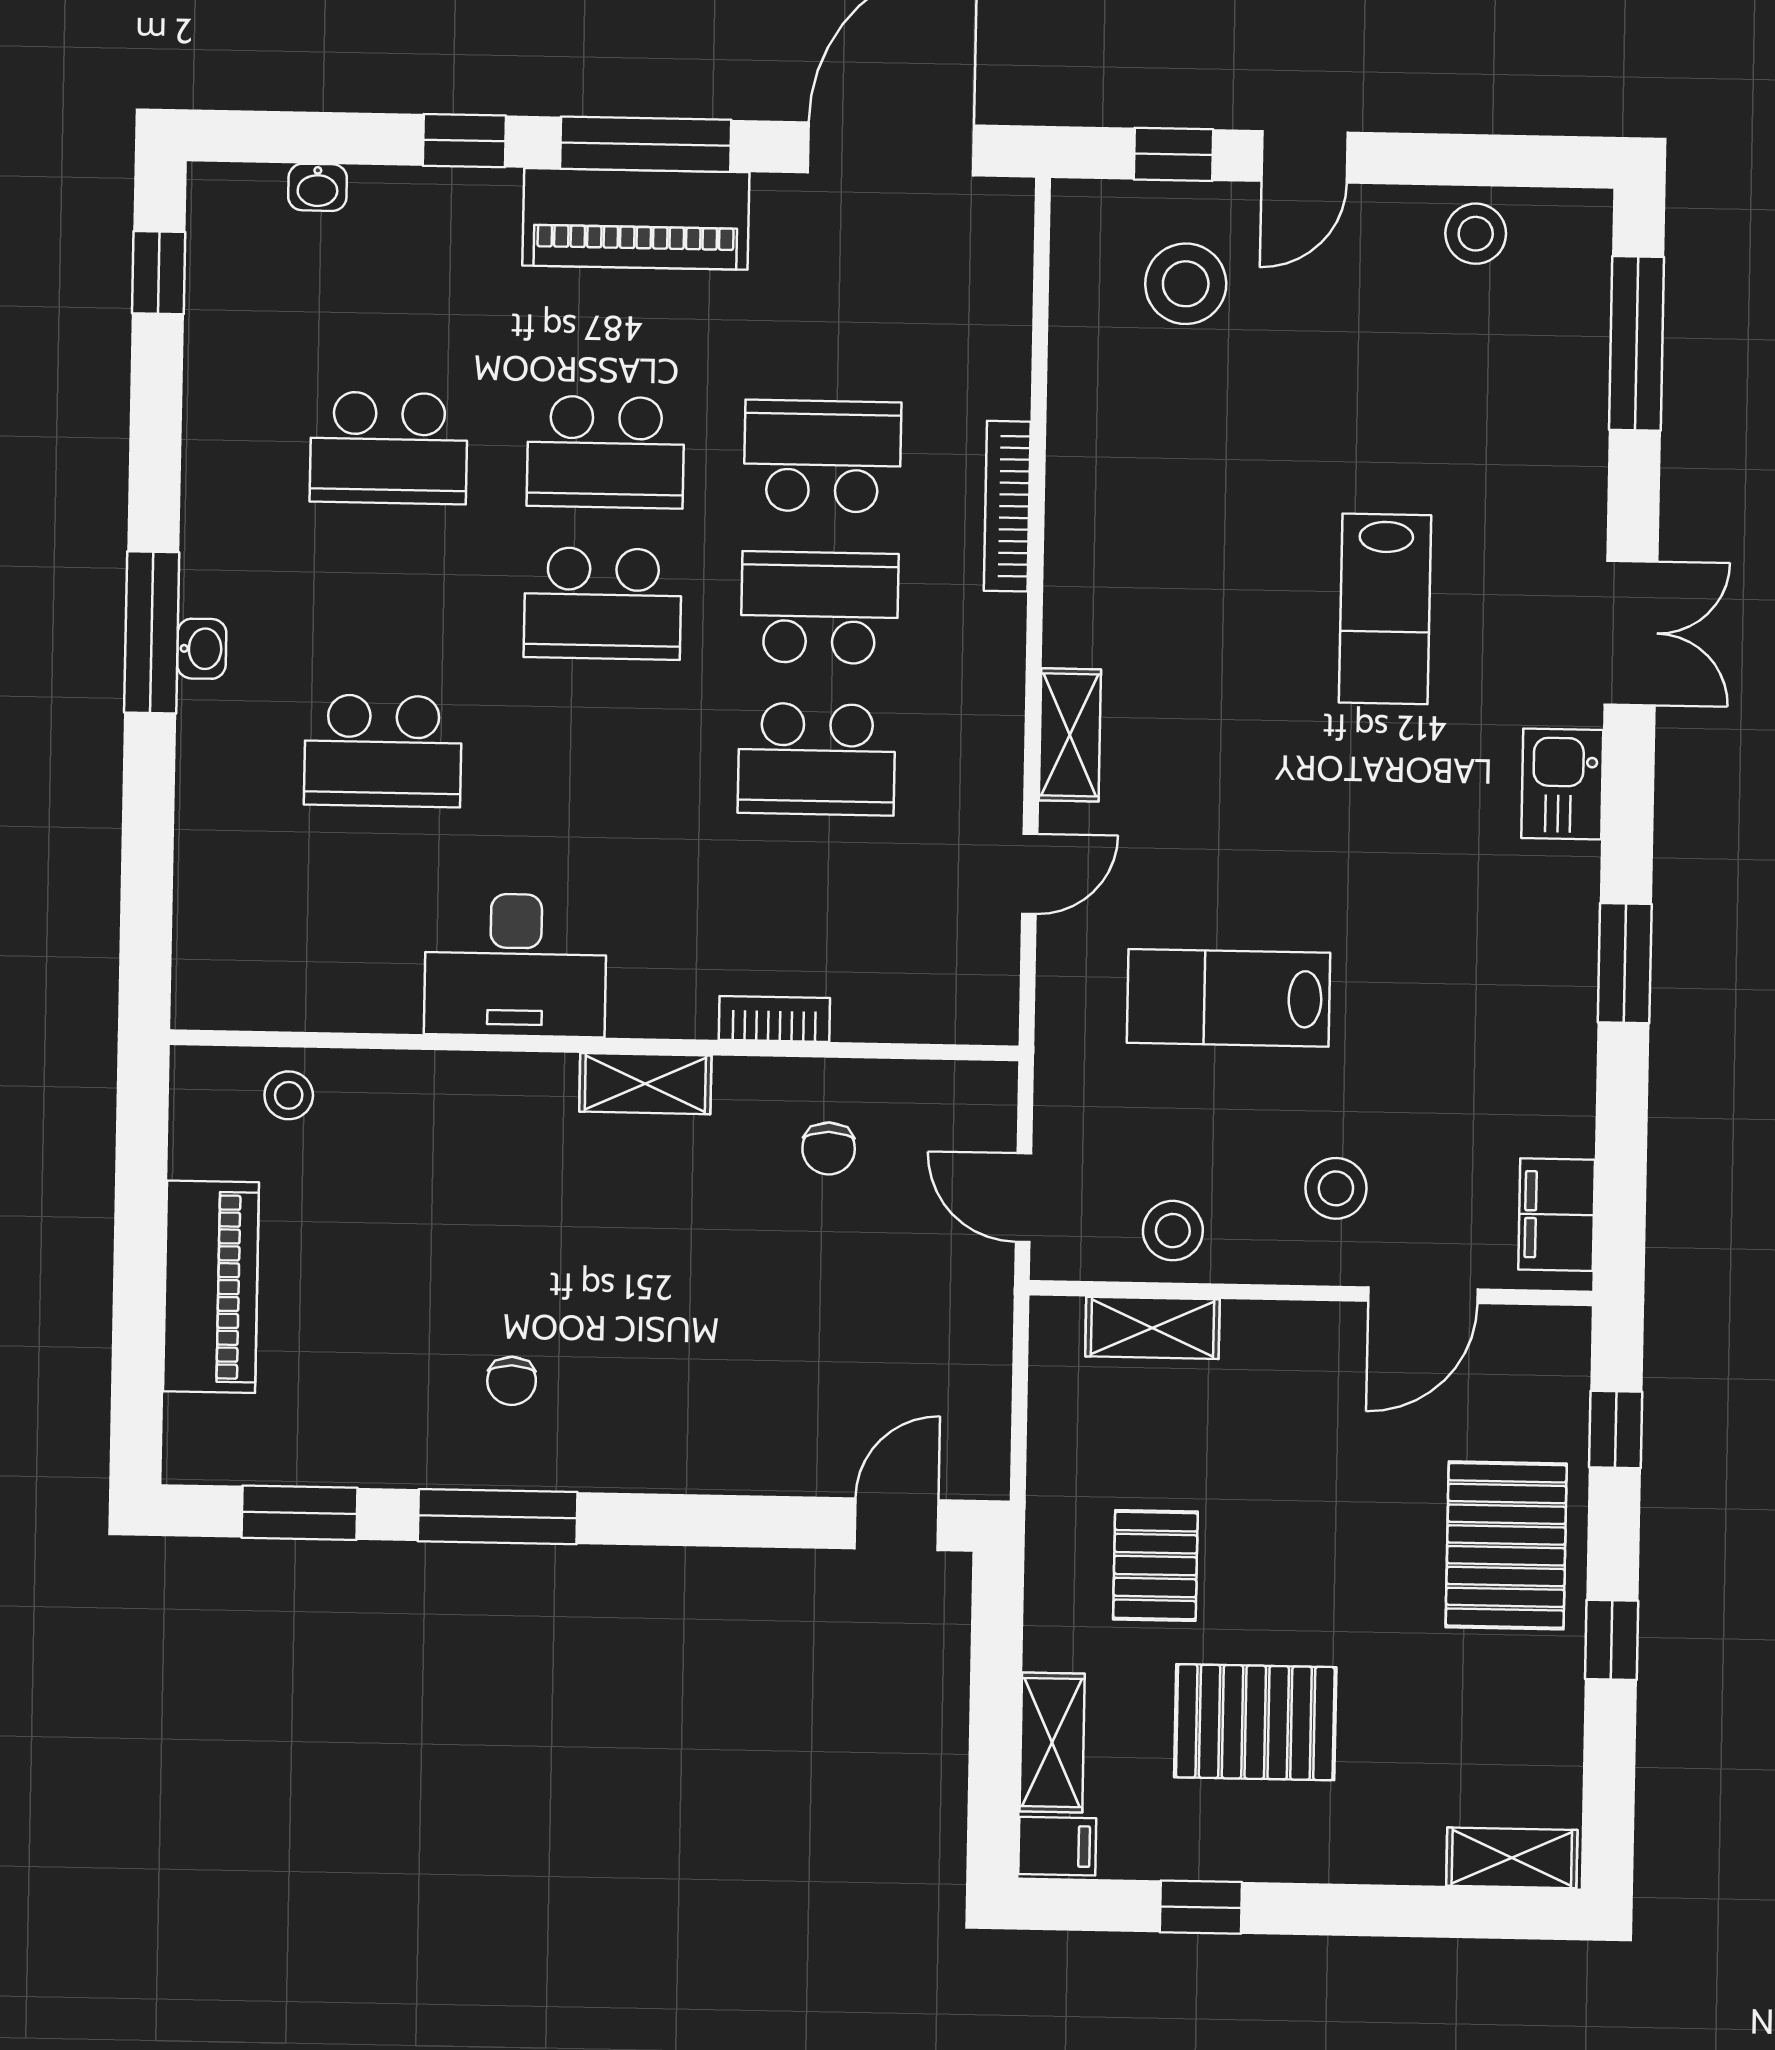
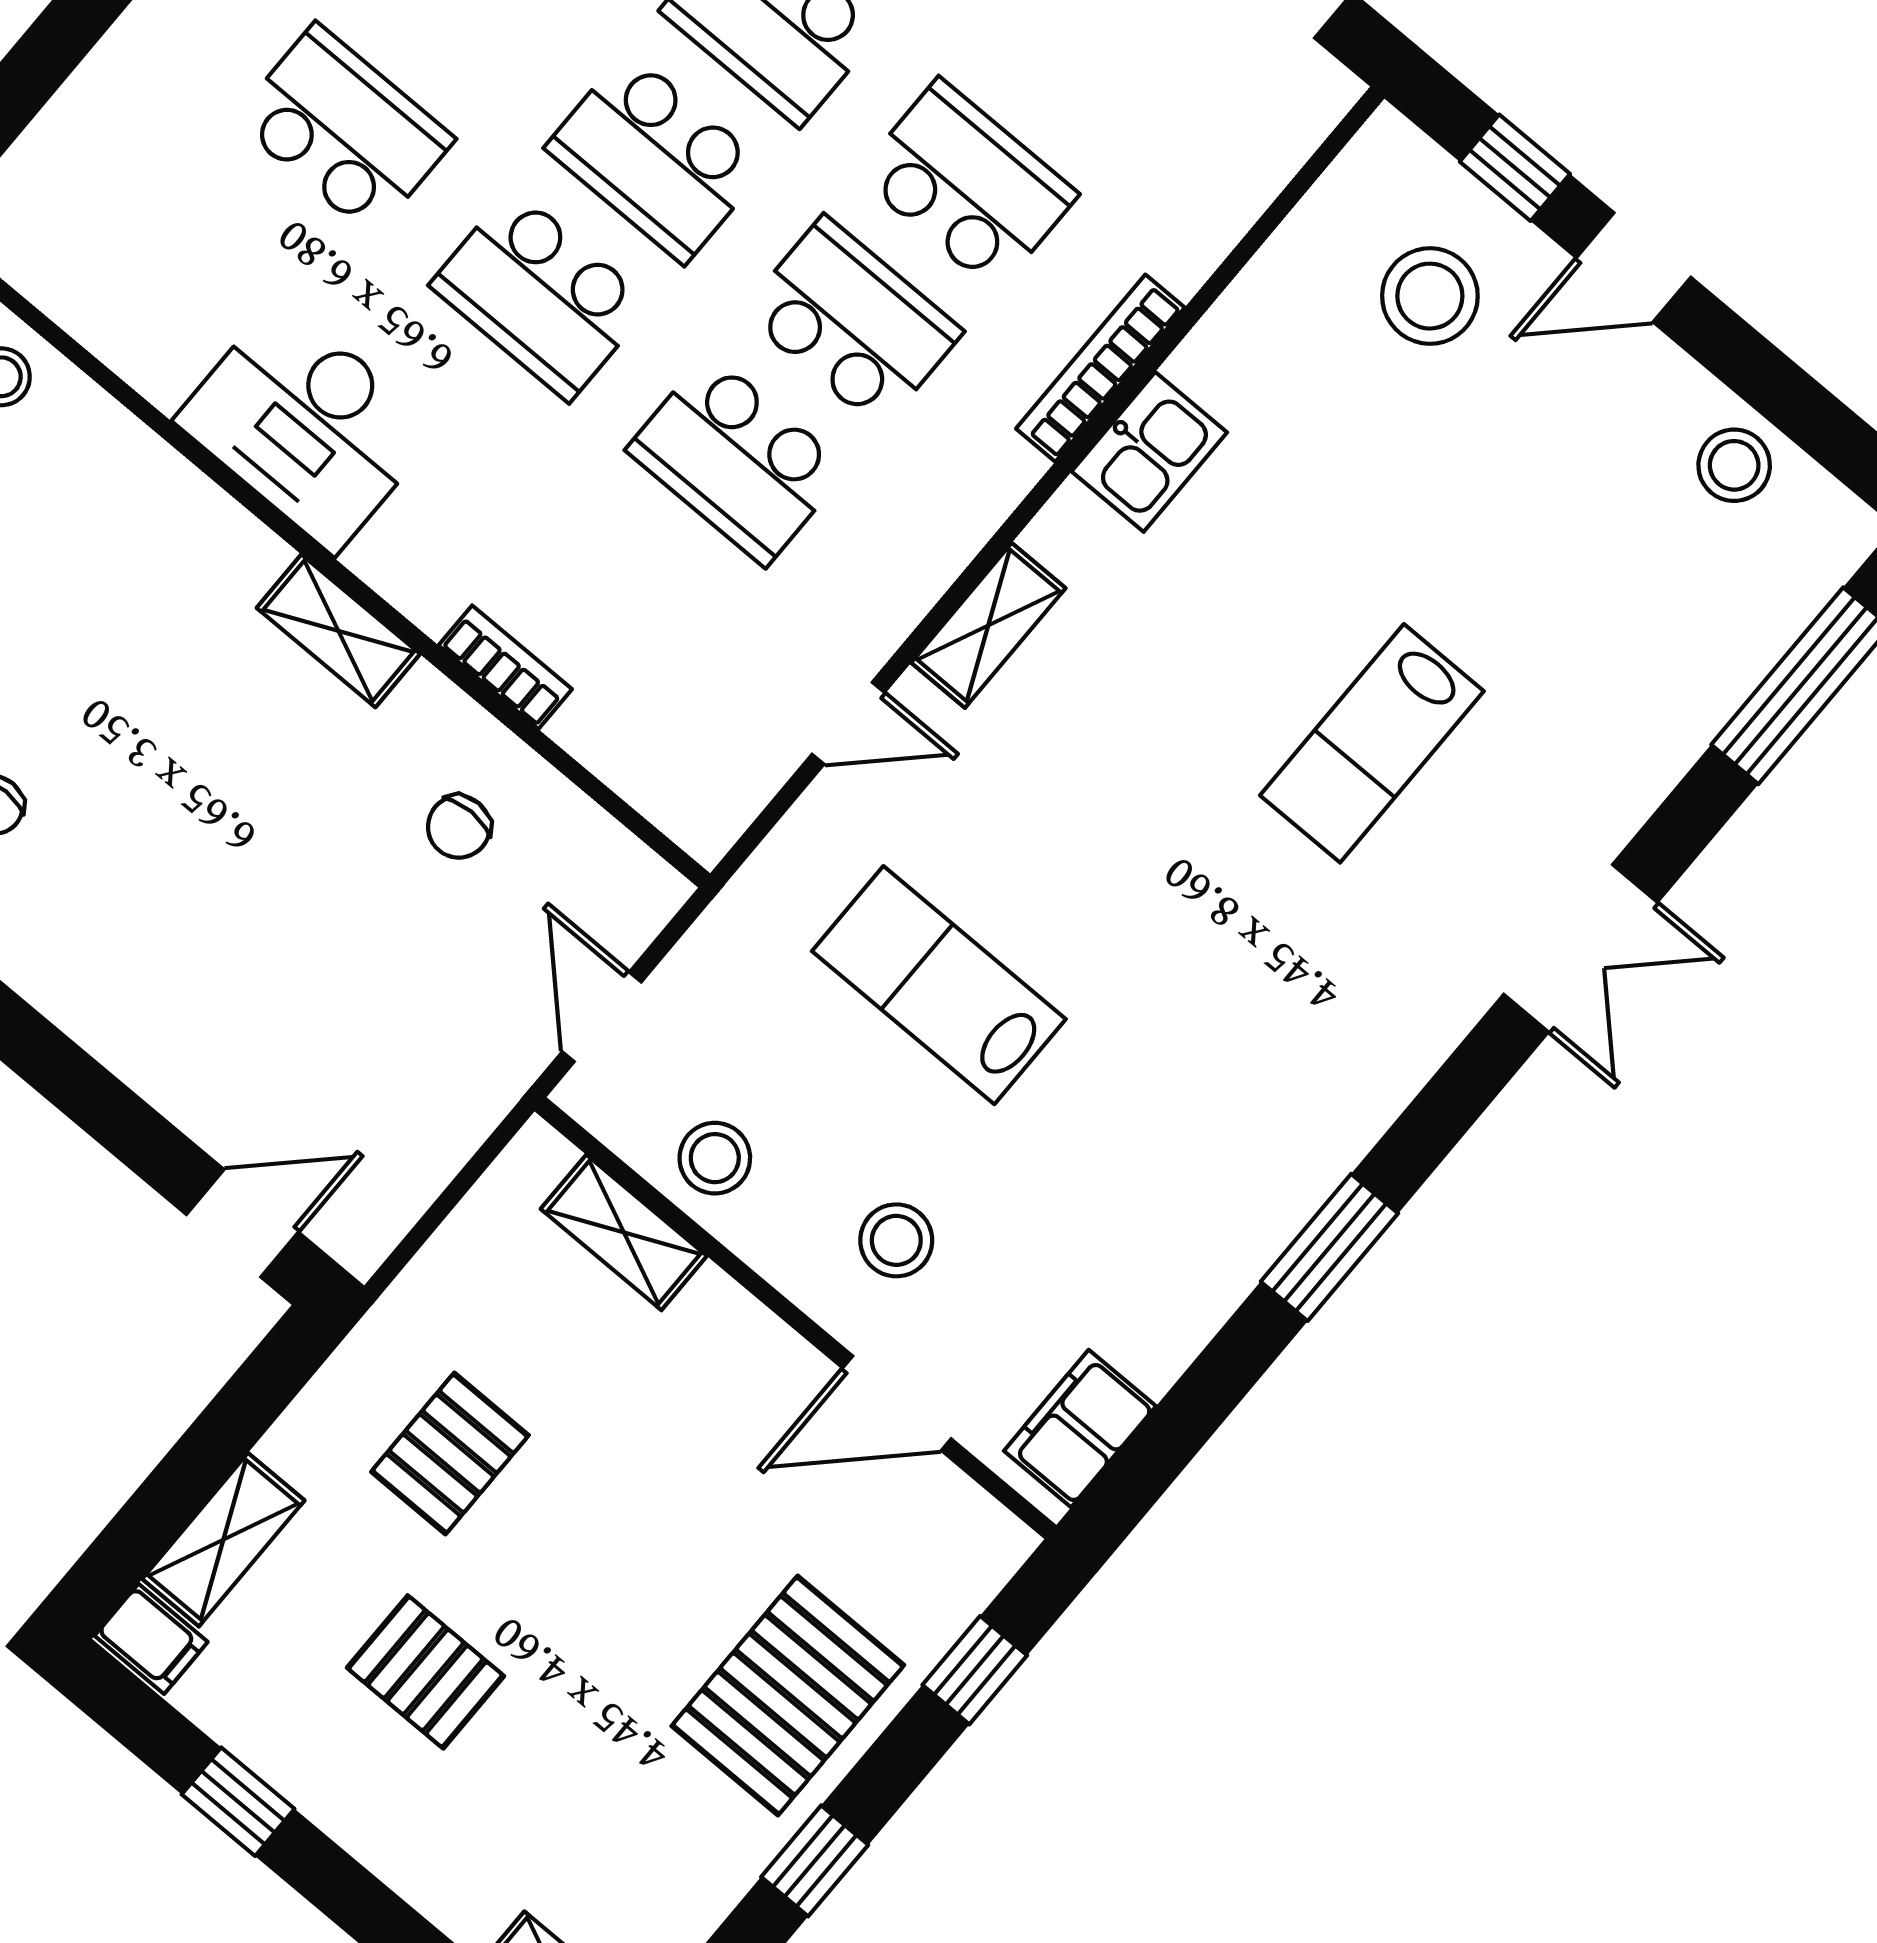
school desk: (383, 751) -> (344, 130), turned 180
school desk: (600, 755) -> (541, 295), added
kitchen sink: (1562, 784) -> (1149, 452), moved, turned 180
pallet: (1255, 1722) -> (426, 1672), width x0.67, depth x0.71

